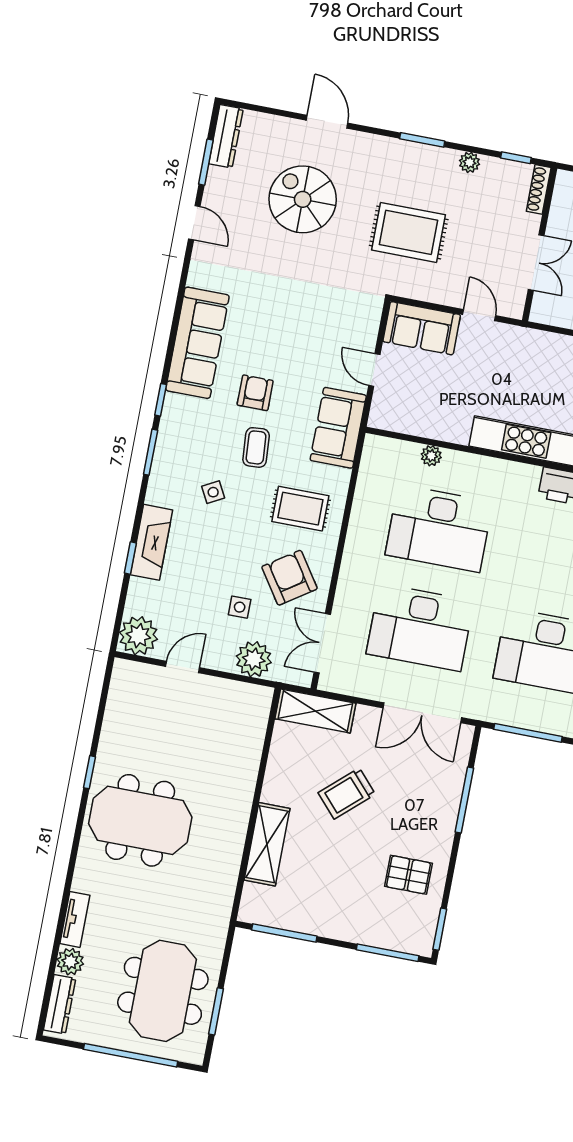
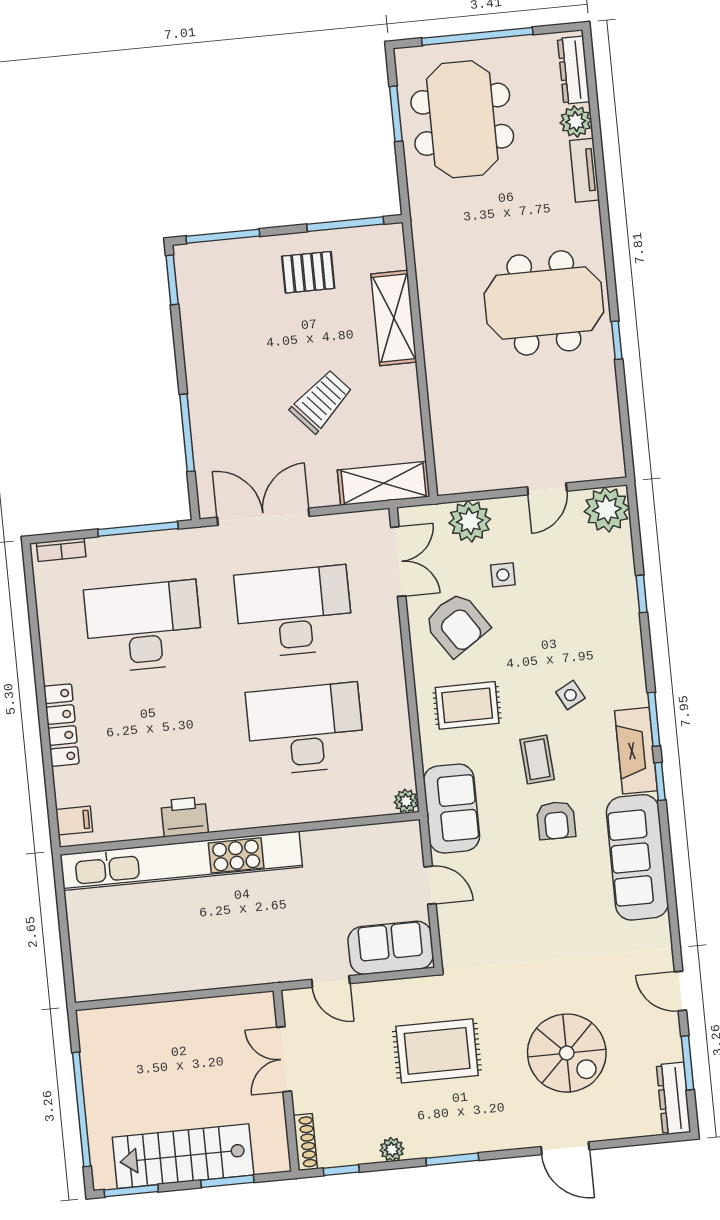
plant: (431, 456) -> (406, 801), moved
fireplace: (151, 542) -> (636, 751), moved
pallet: (409, 875) -> (308, 272), moved

